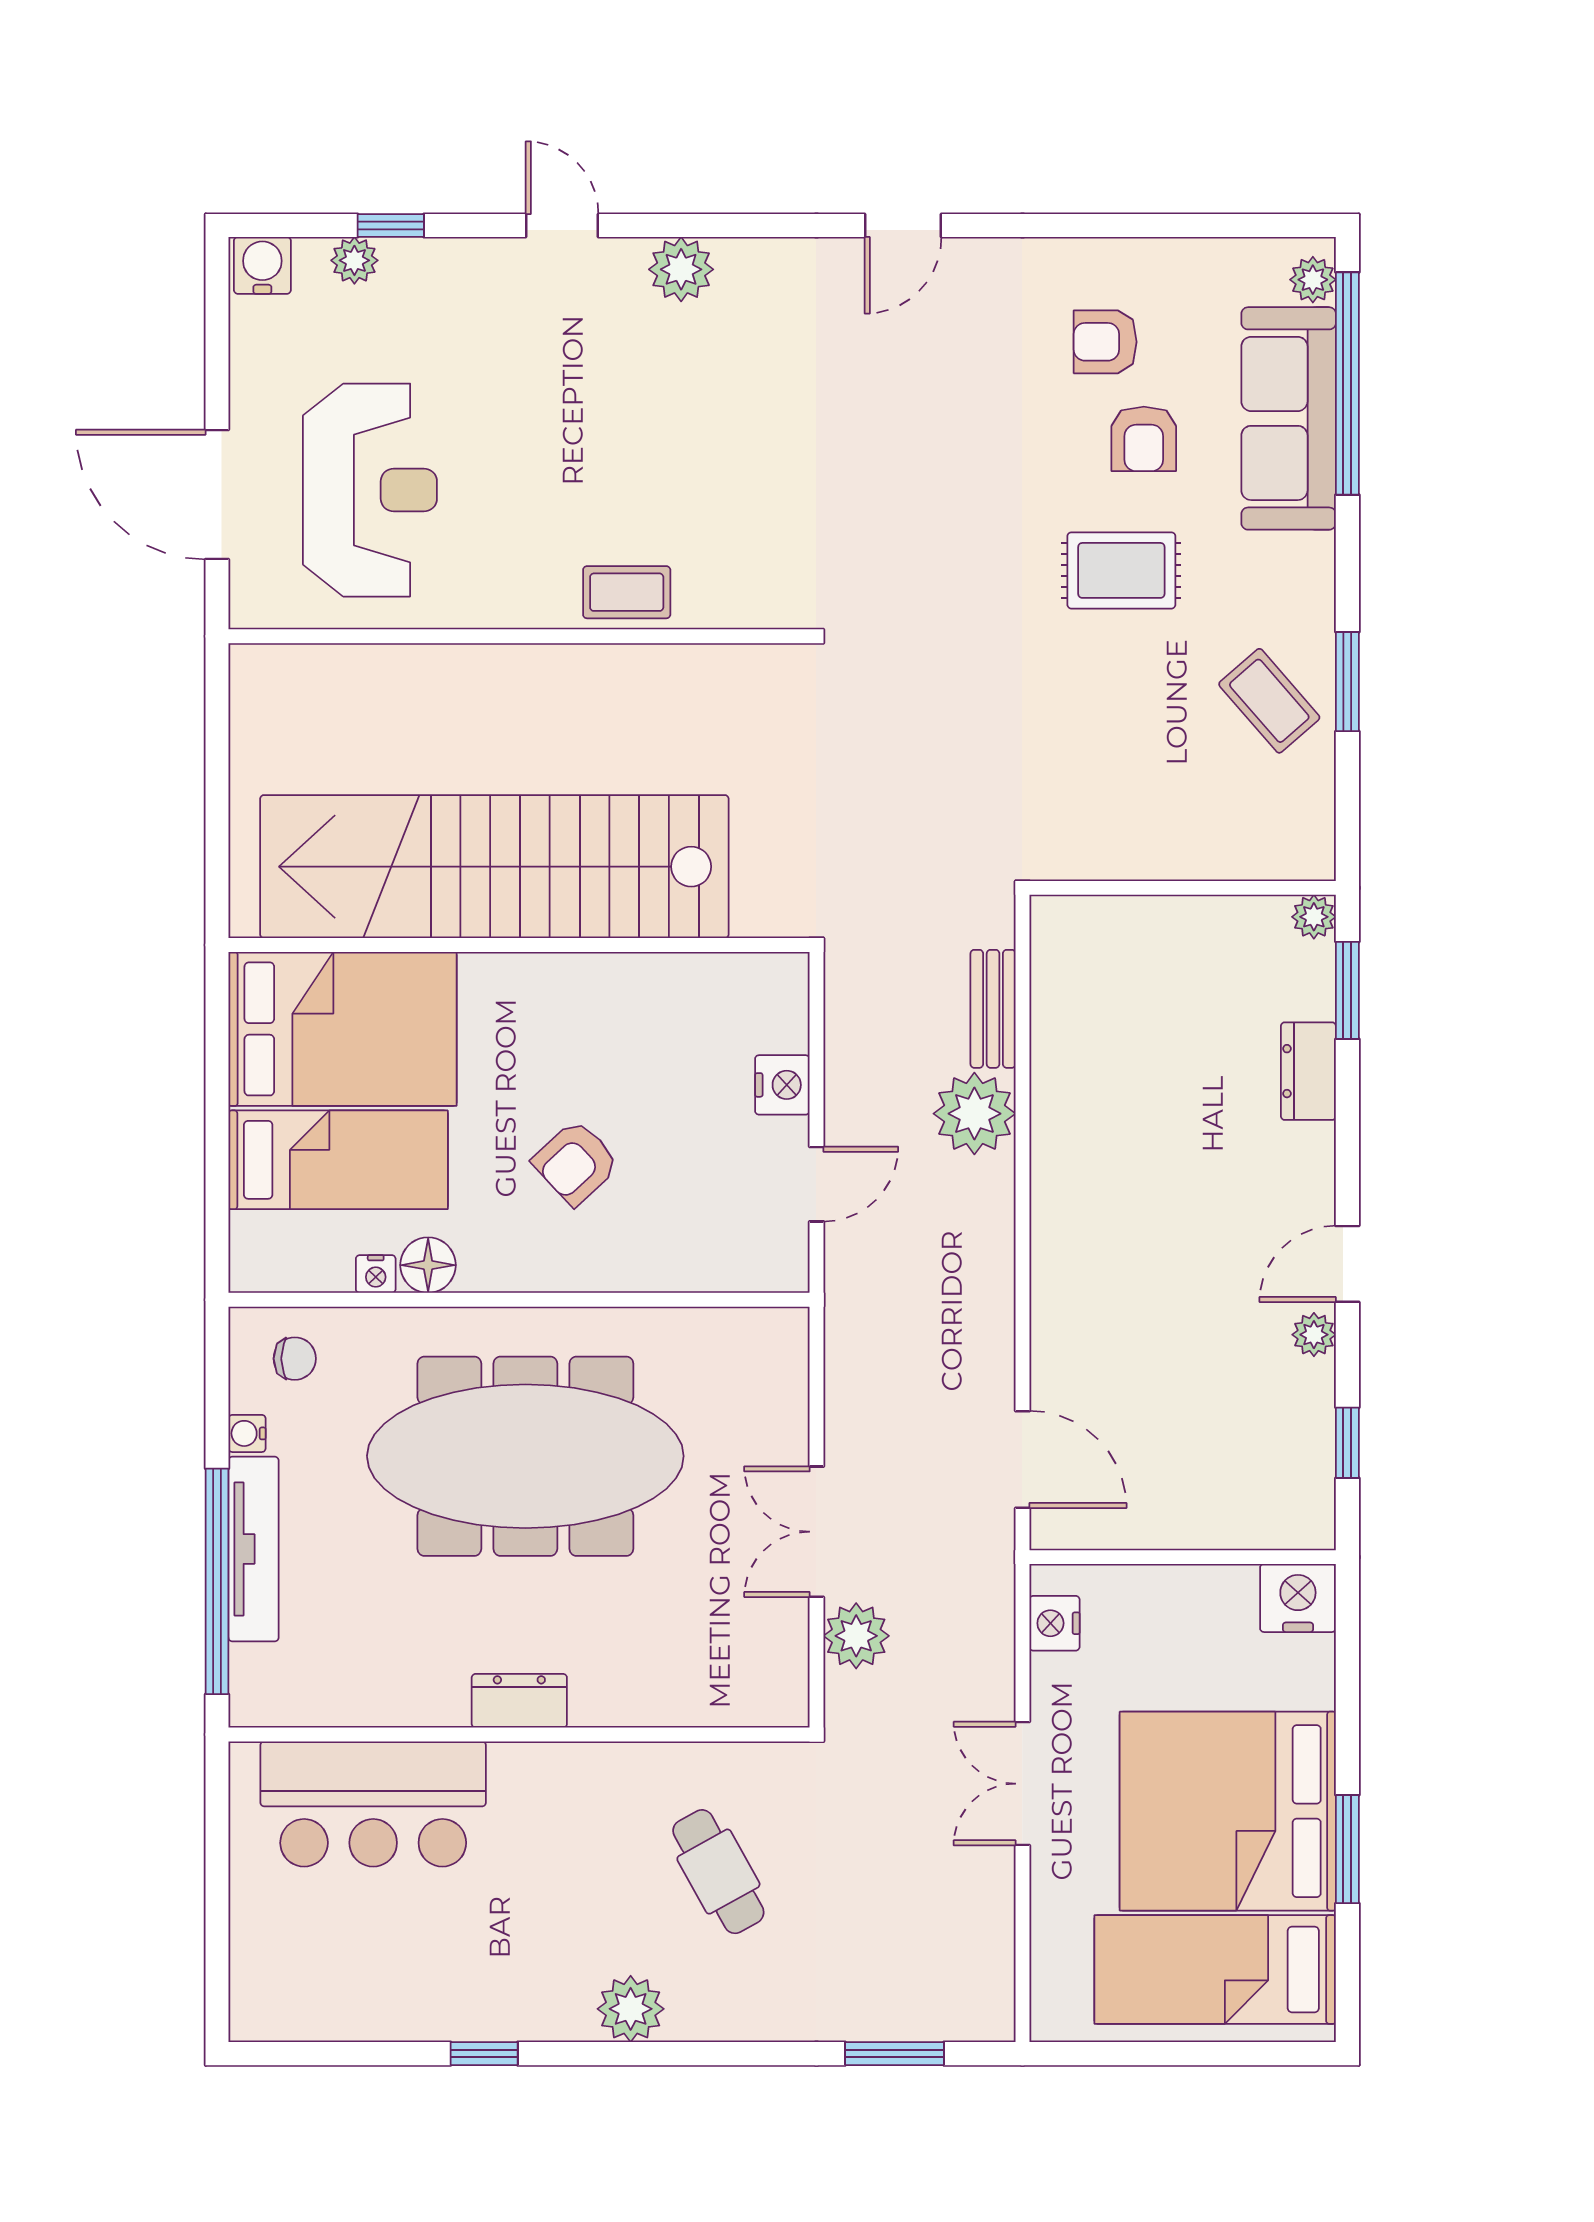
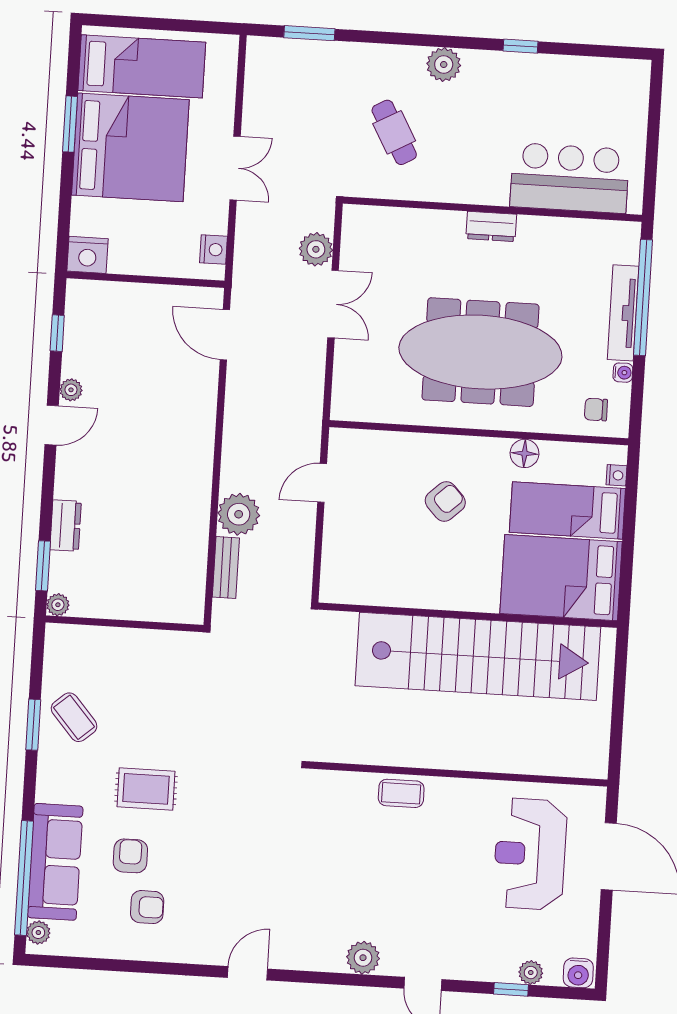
nightstand: (782, 1085) -> (337, 535), removed
nightstand: (376, 1274) -> (616, 475), moved, turned 90

